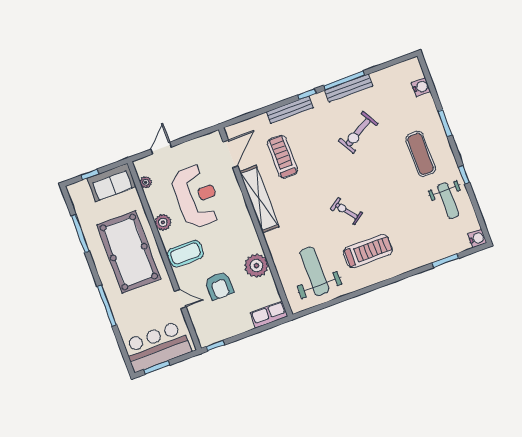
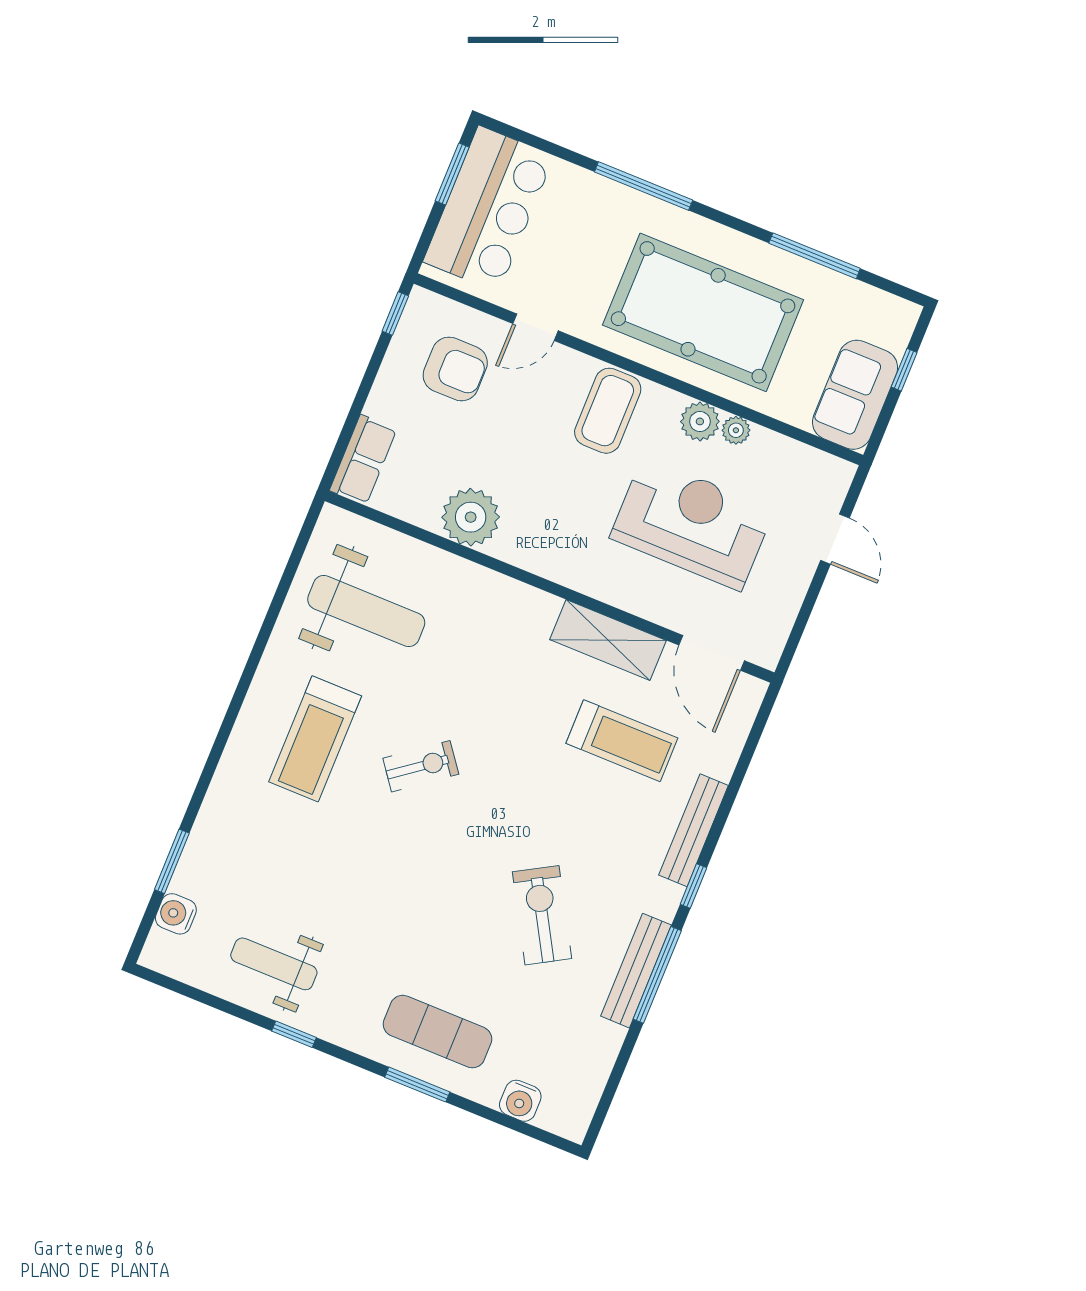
exercise mat: (421, 154) -> (437, 1032), moved
plant: (146, 182) -> (736, 430), moved
reception desk: (196, 196) -> (692, 524), turned 180
shelving: (259, 199) -> (608, 640), width x0.68
water cooler: (477, 238) -> (176, 914), moved, turned 90
armchair: (219, 286) -> (455, 369), moved, turned 180

